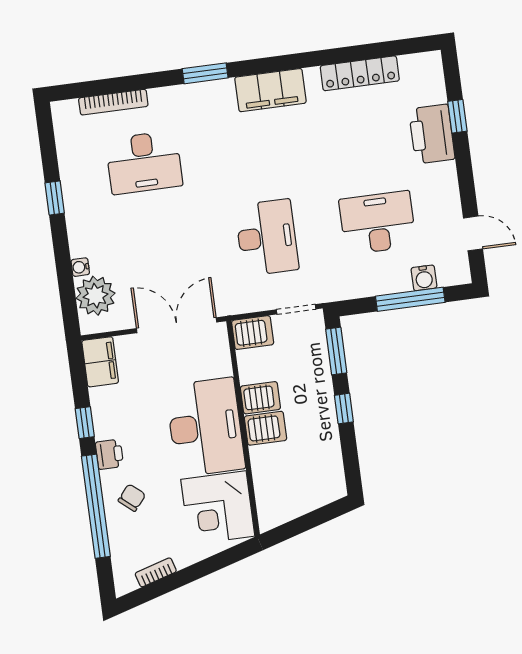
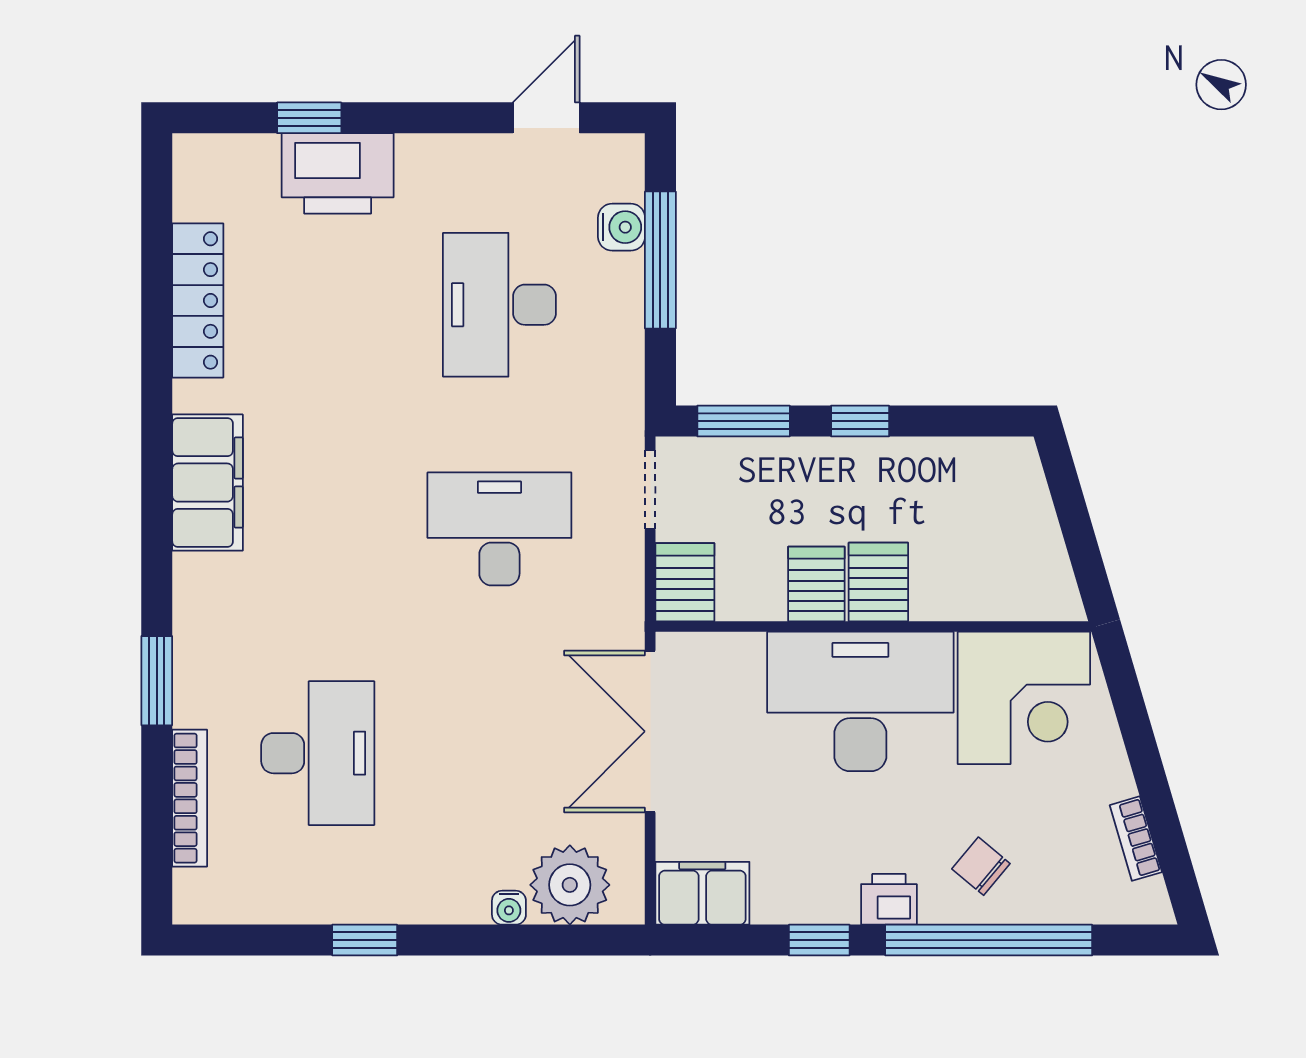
window: (205, 73) -> (157, 681), moved

